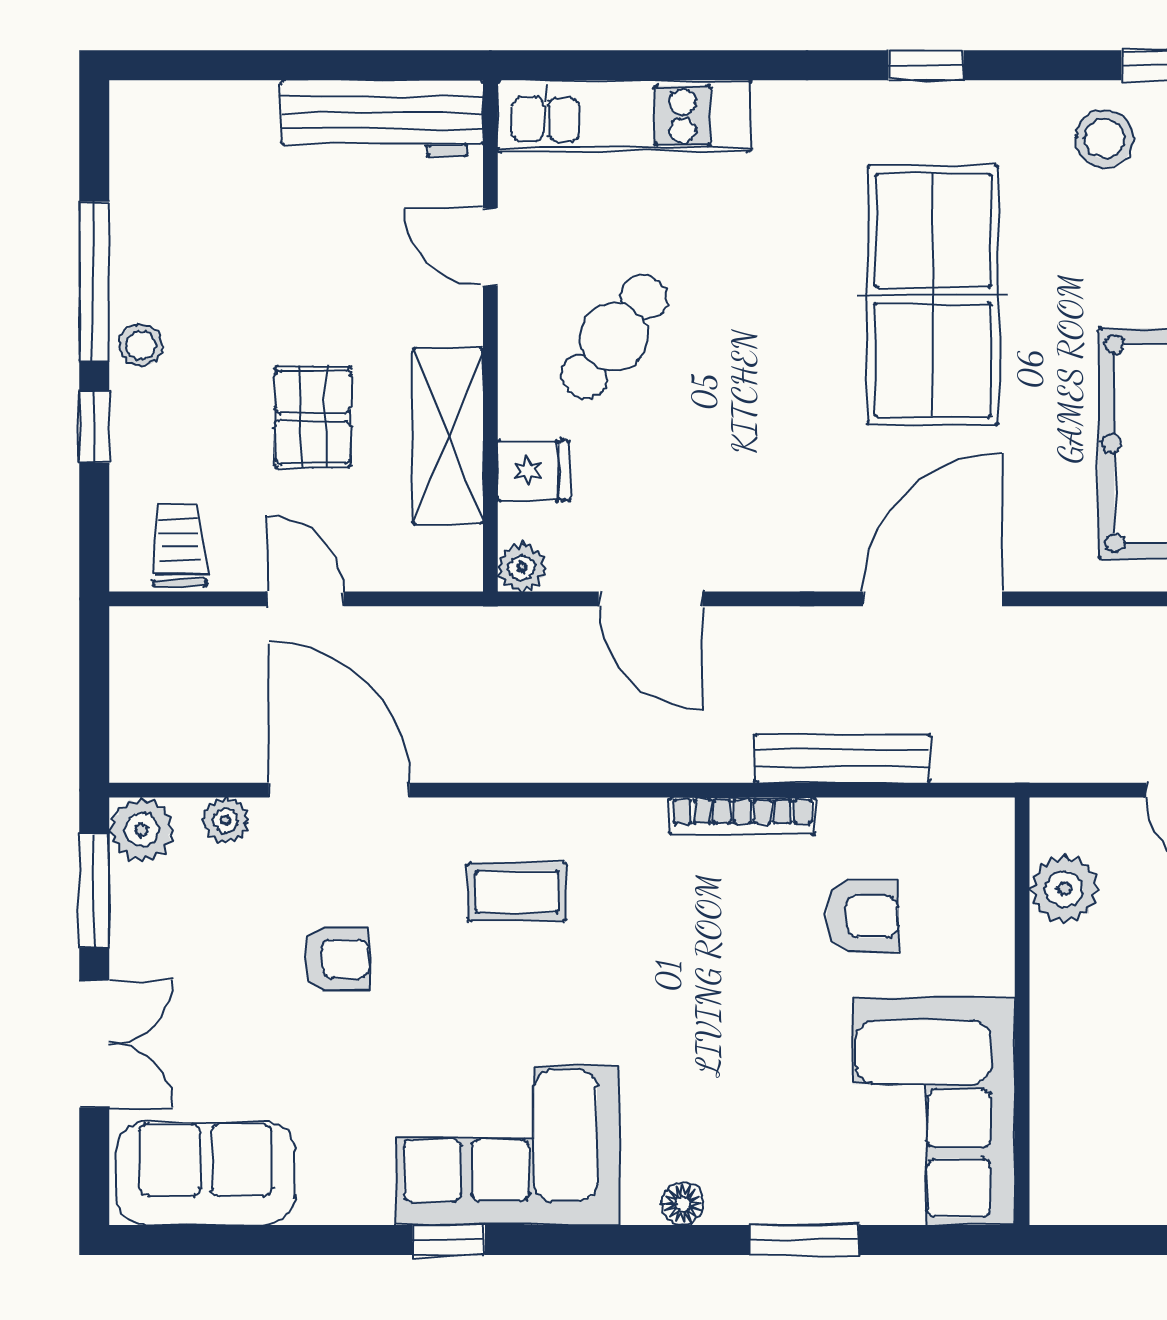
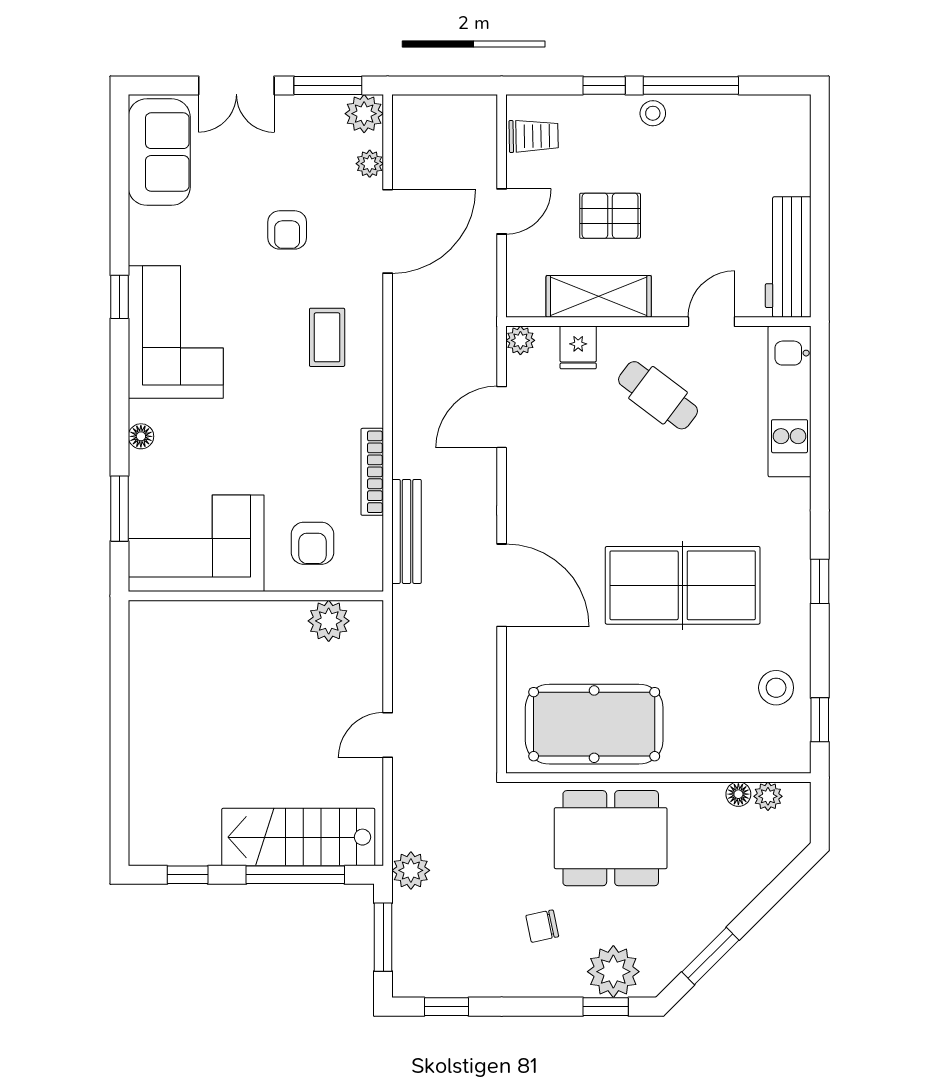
plant: (1064, 889) -> (329, 621), moved
wall: (1022, 1011) -> (256, 596), moved
corner sofa: (934, 1111) -> (196, 543), moved

